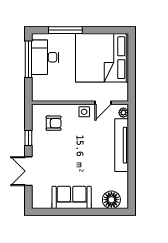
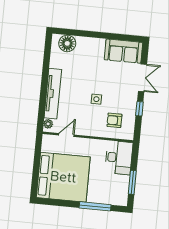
desk: (45, 57) -> (119, 158), moved
window: (28, 59) -> (132, 182), width x0.69
side table: (84, 112) -> (96, 99), moved
sofa: (72, 197) -> (123, 51), moved

